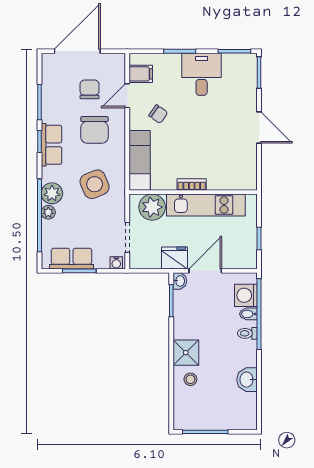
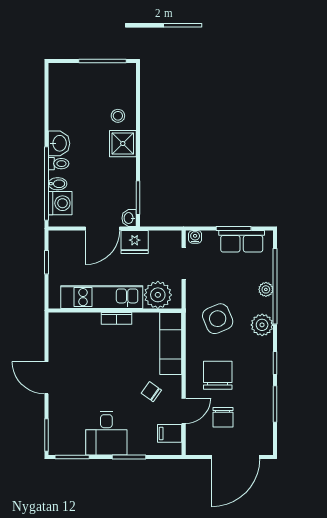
row of seats: (52, 145) -> (262, 360), removed
plant: (52, 193) -> (262, 325), moved
washbasin: (247, 380) -> (59, 143), moved

